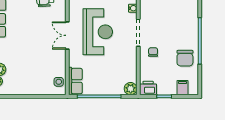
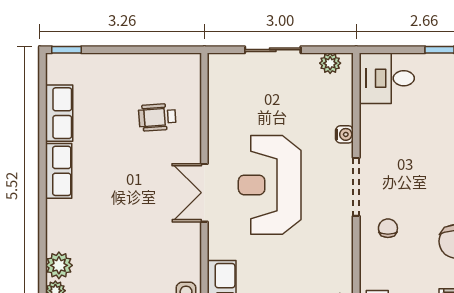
reception desk: (98, 32) -> (270, 185), turned 180

